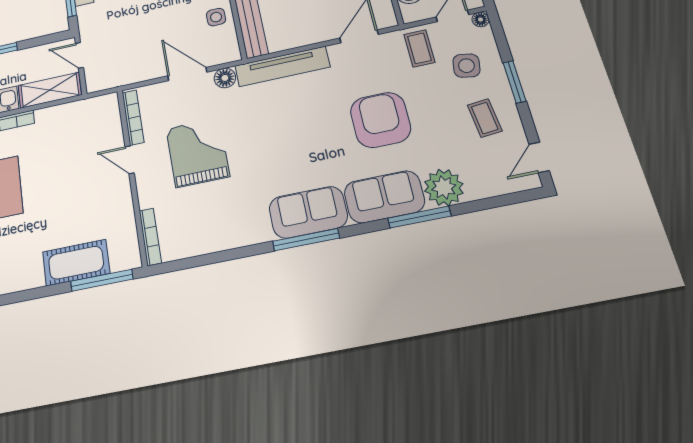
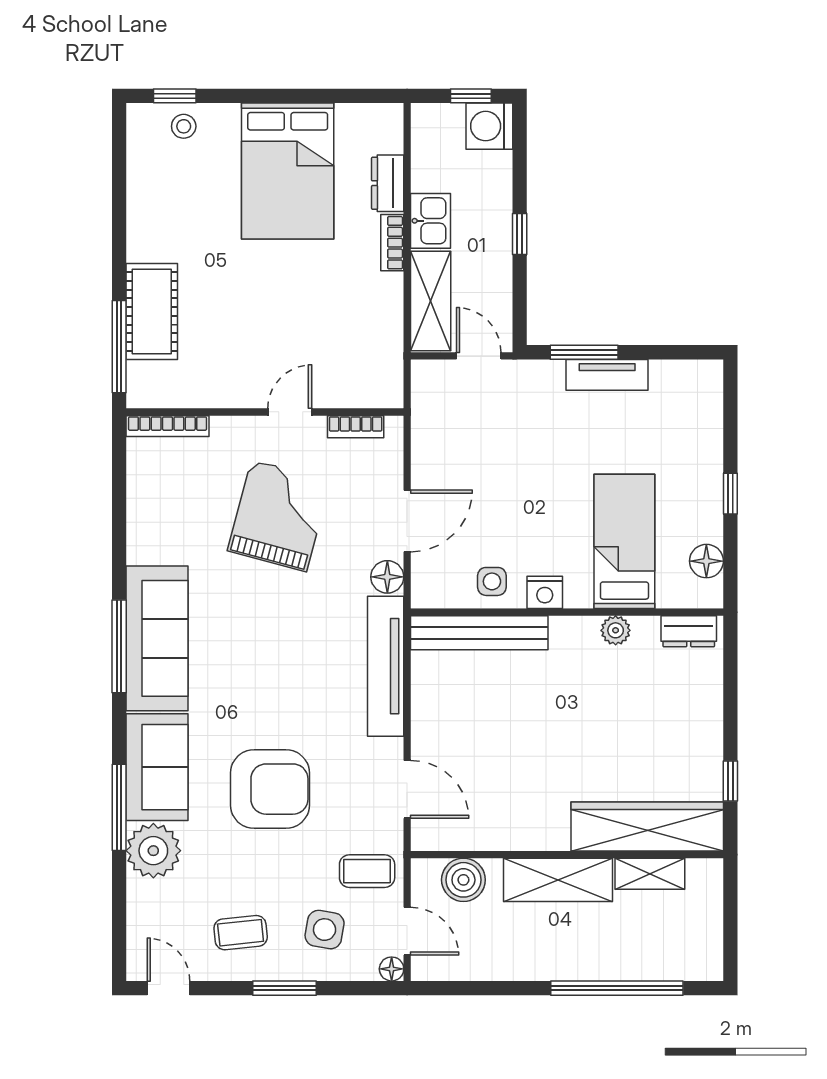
door: (79, 55) -> (479, 356), hinge flipped
bookcase: (133, 117) -> (356, 427), width x0.64
grand piano: (198, 152) -> (279, 516), turned -75
sofa: (308, 212) -> (157, 638), width x1.36

